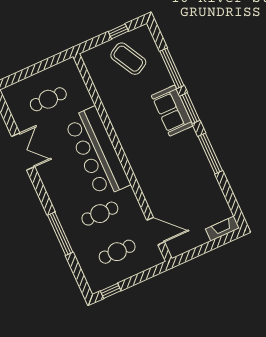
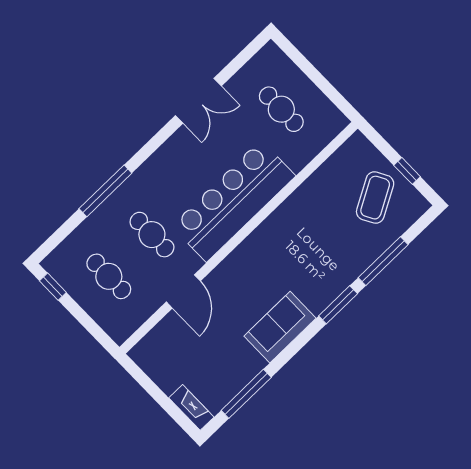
sofa: (172, 111) -> (280, 327), moved
window: (210, 154) -> (246, 394), moved
door: (156, 231) -> (183, 291), moved

